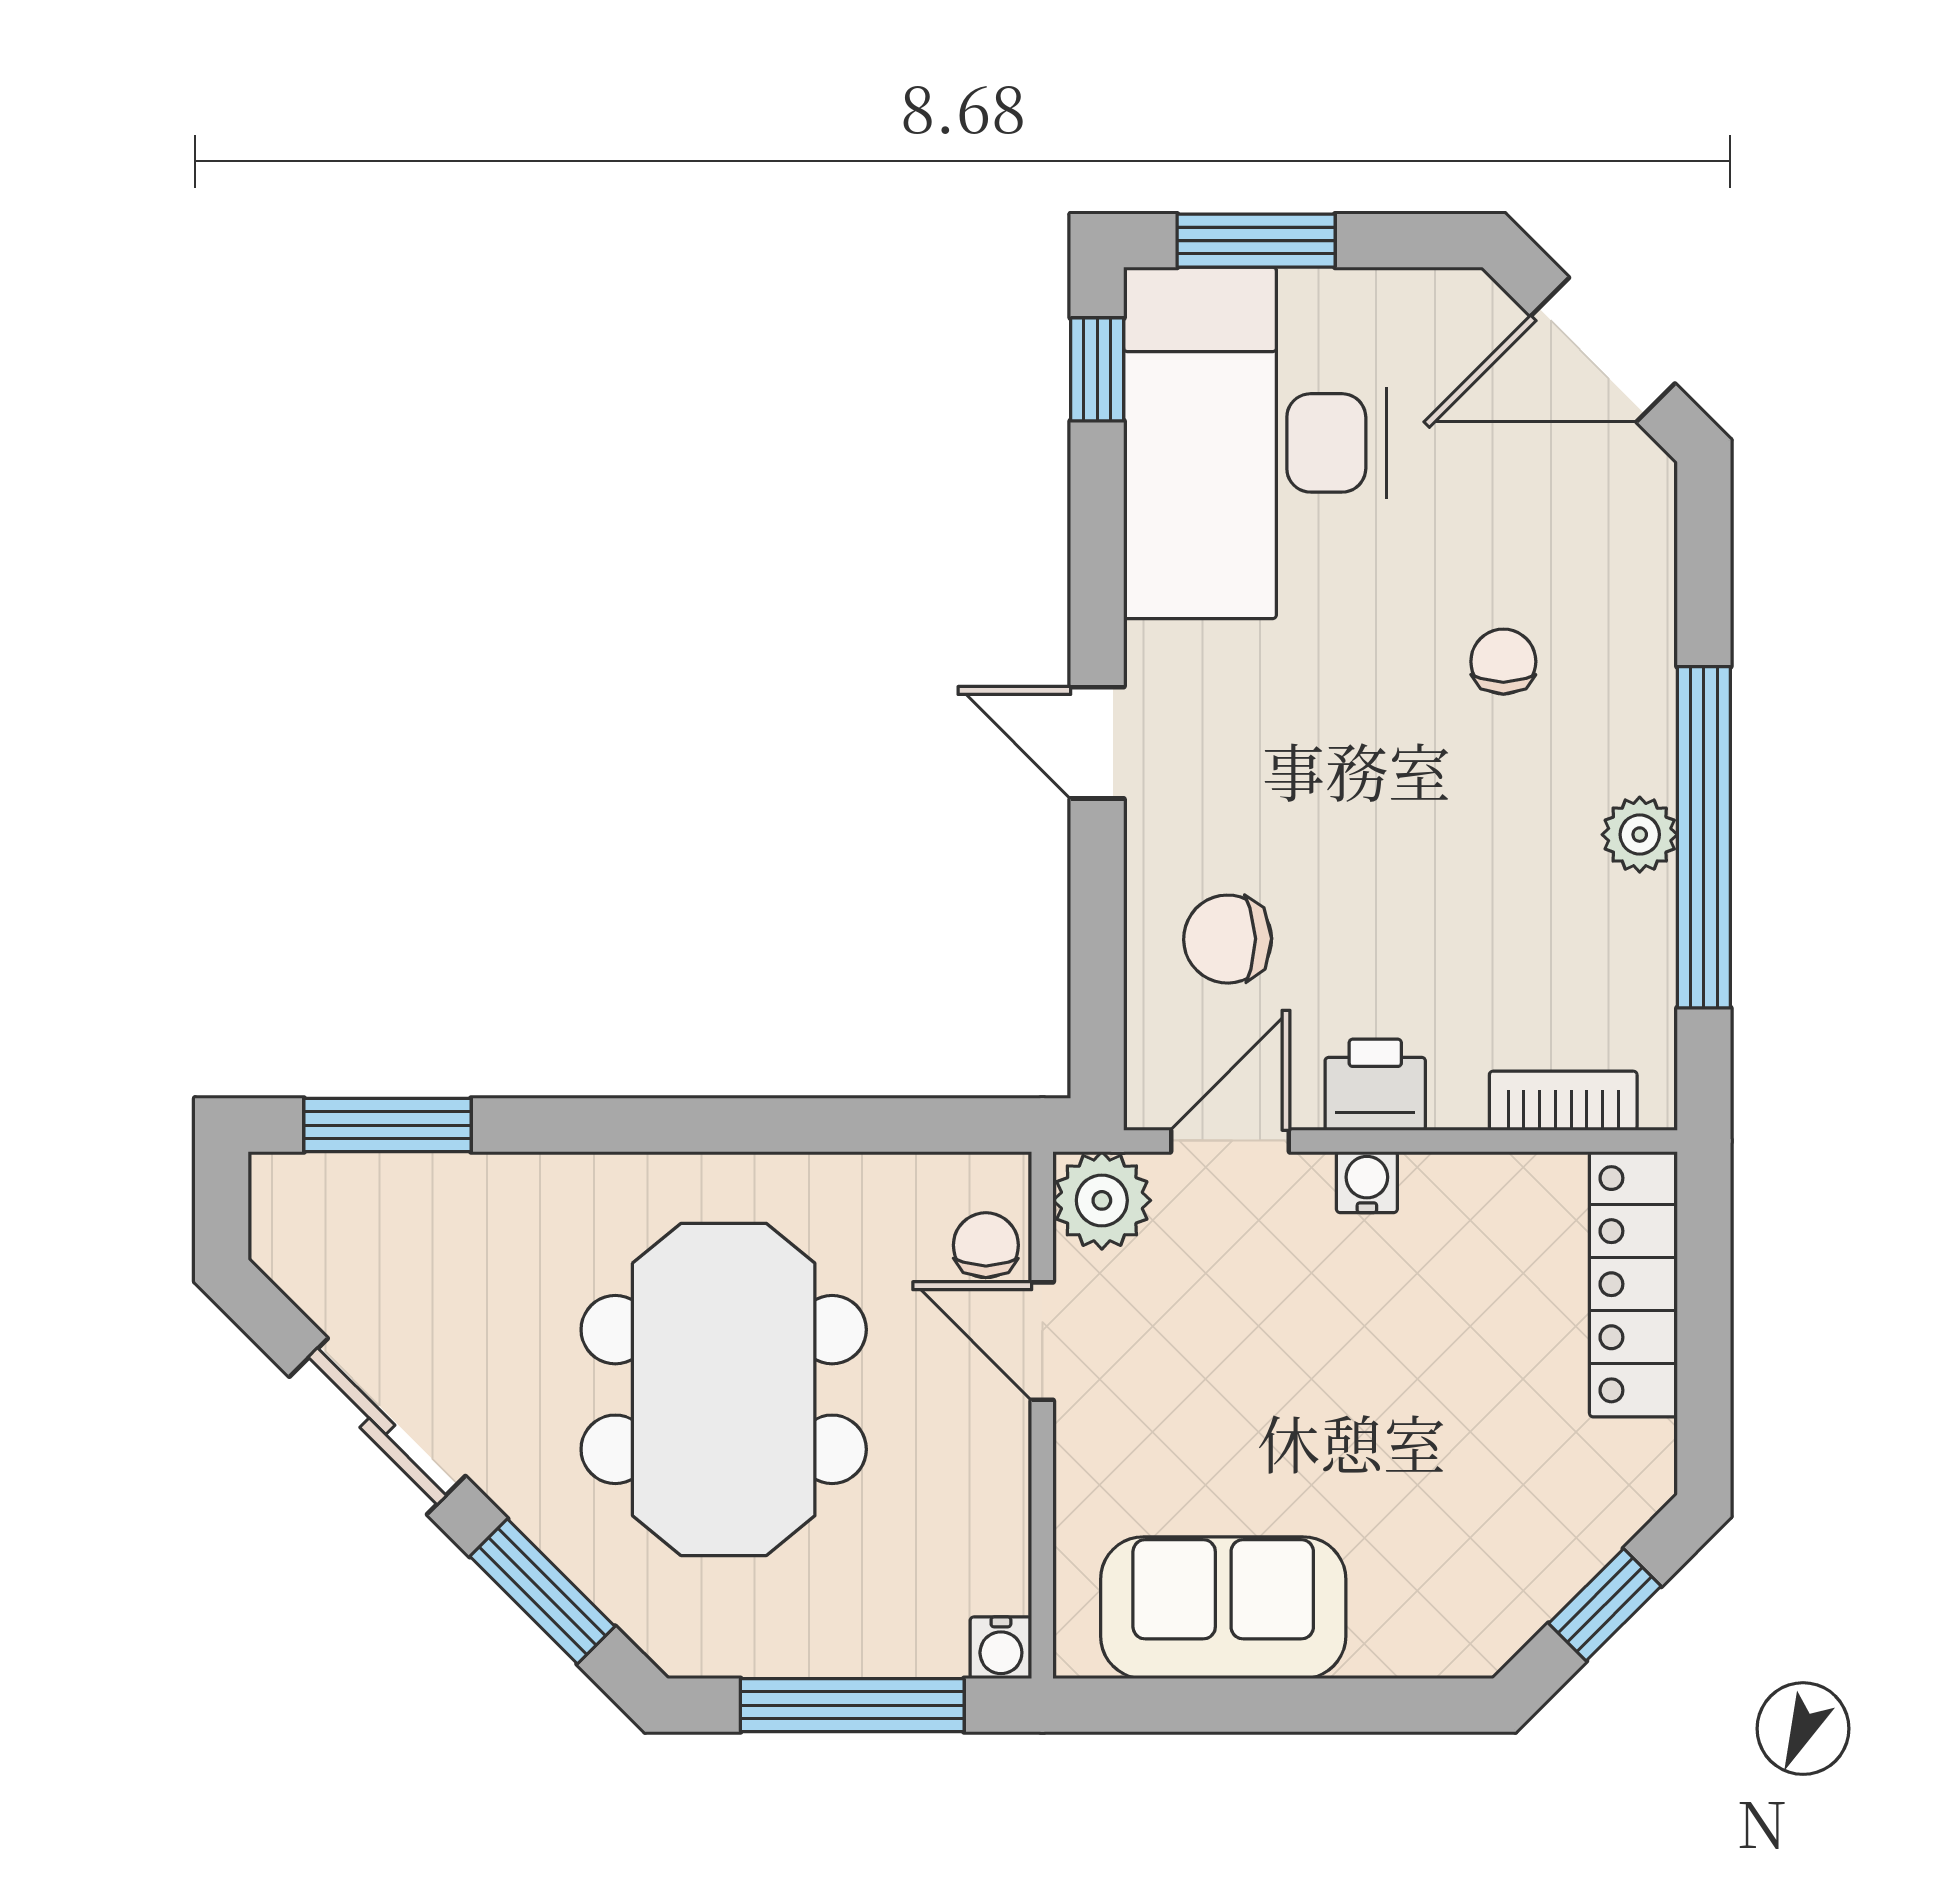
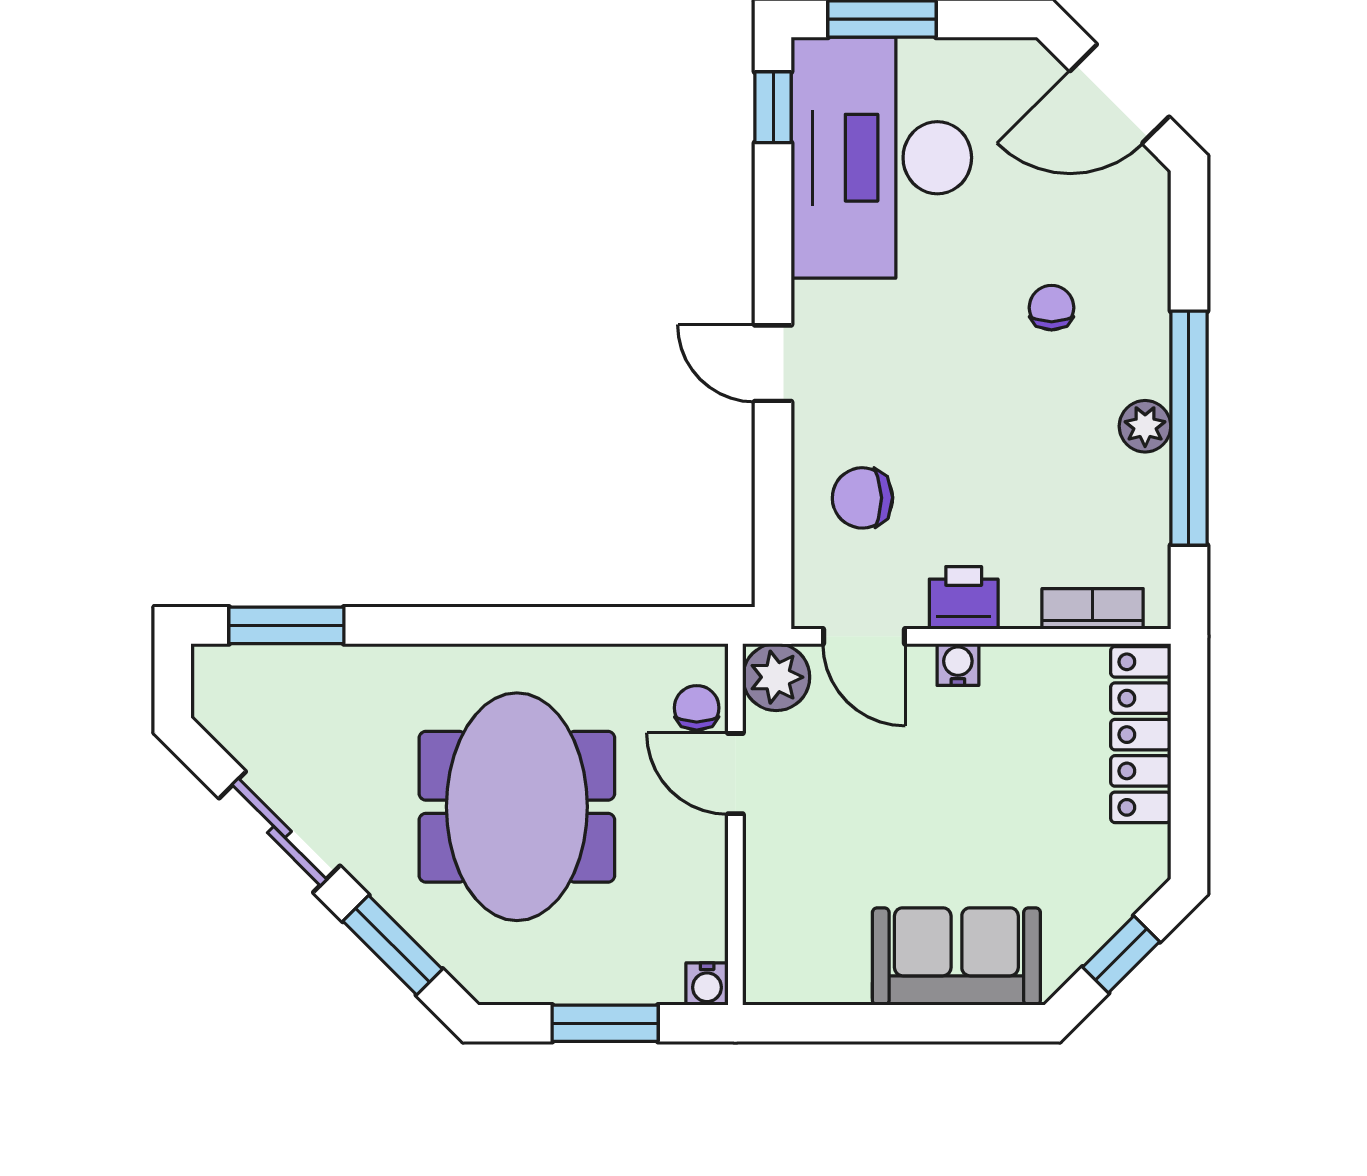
door: (1230, 1141) -> (864, 636), swing flipped
sofa: (1223, 1608) -> (956, 956), moved
window: (852, 1705) -> (605, 1023), width x0.69

